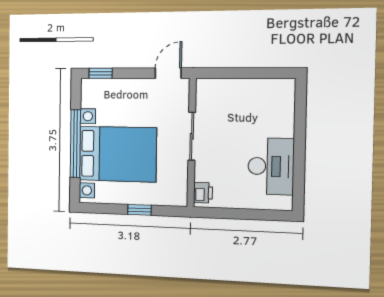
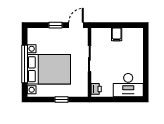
window: (101, 73) -> (55, 25), moved
filing cabinet: (244, 91) -> (117, 34), added
desk: (271, 166) -> (128, 85), moved, turned 90

